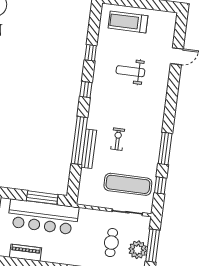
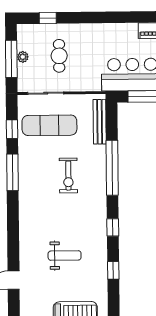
exercise bike: (118, 139) -> (68, 176), width x1.38, depth x1.39
bench: (89, 149) -> (100, 122), moved
plant: (138, 250) -> (23, 57), width x0.53, depth x0.53

